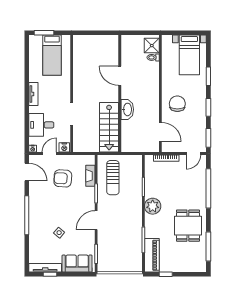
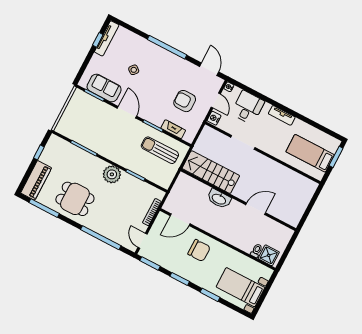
door: (27, 172) -> (209, 69), swing flipped
armchair: (63, 178) -> (185, 101), turned -94
piano: (152, 255) -> (36, 180), moved, turned -90
sofa: (77, 264) -> (104, 88), moved, turned -90

